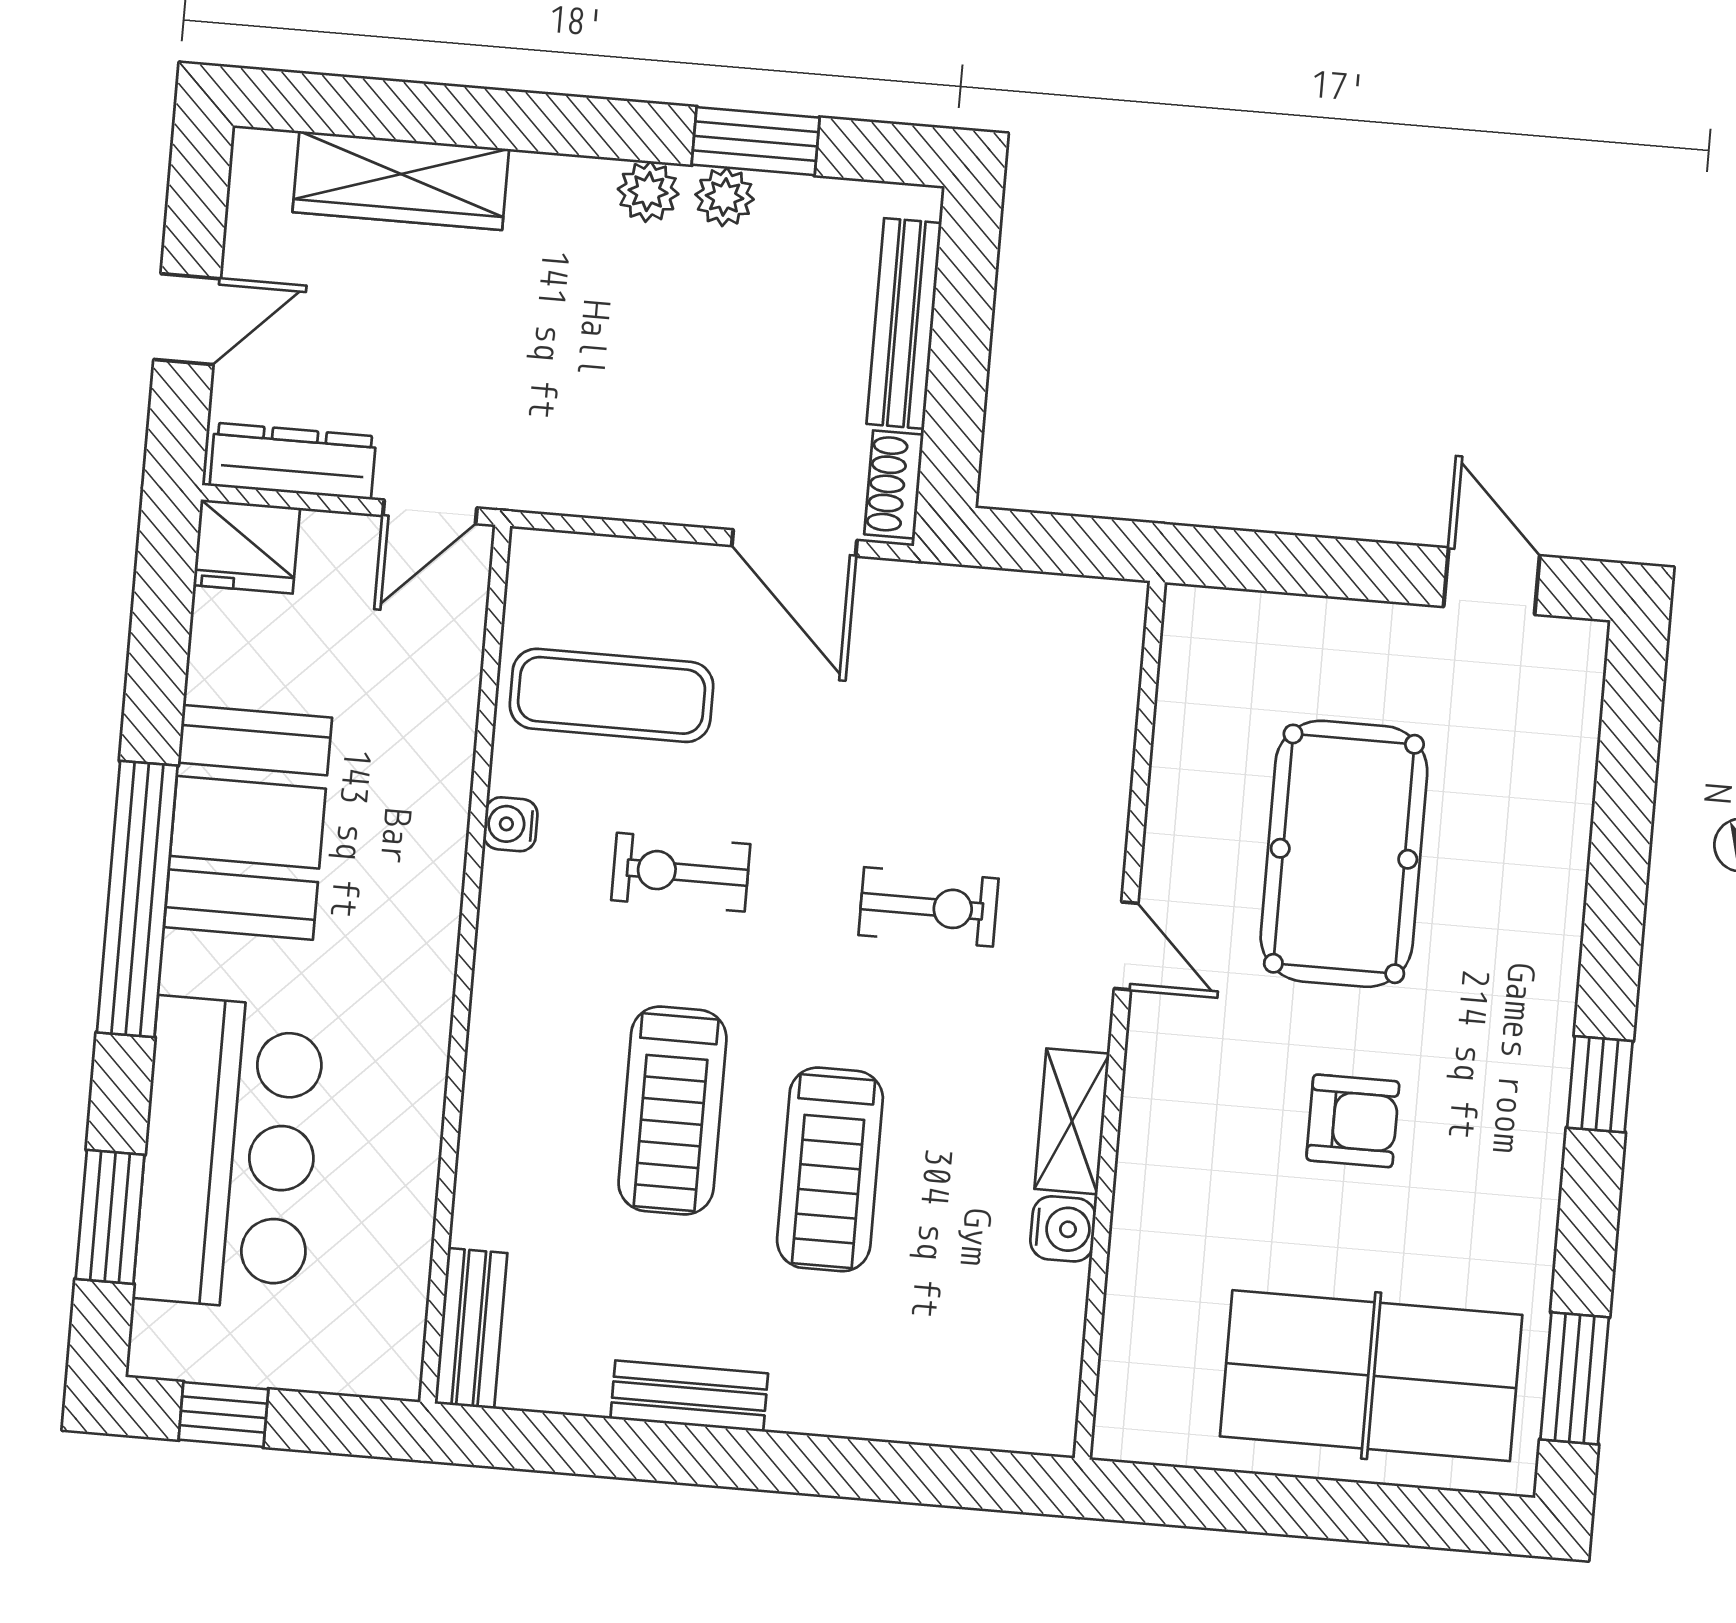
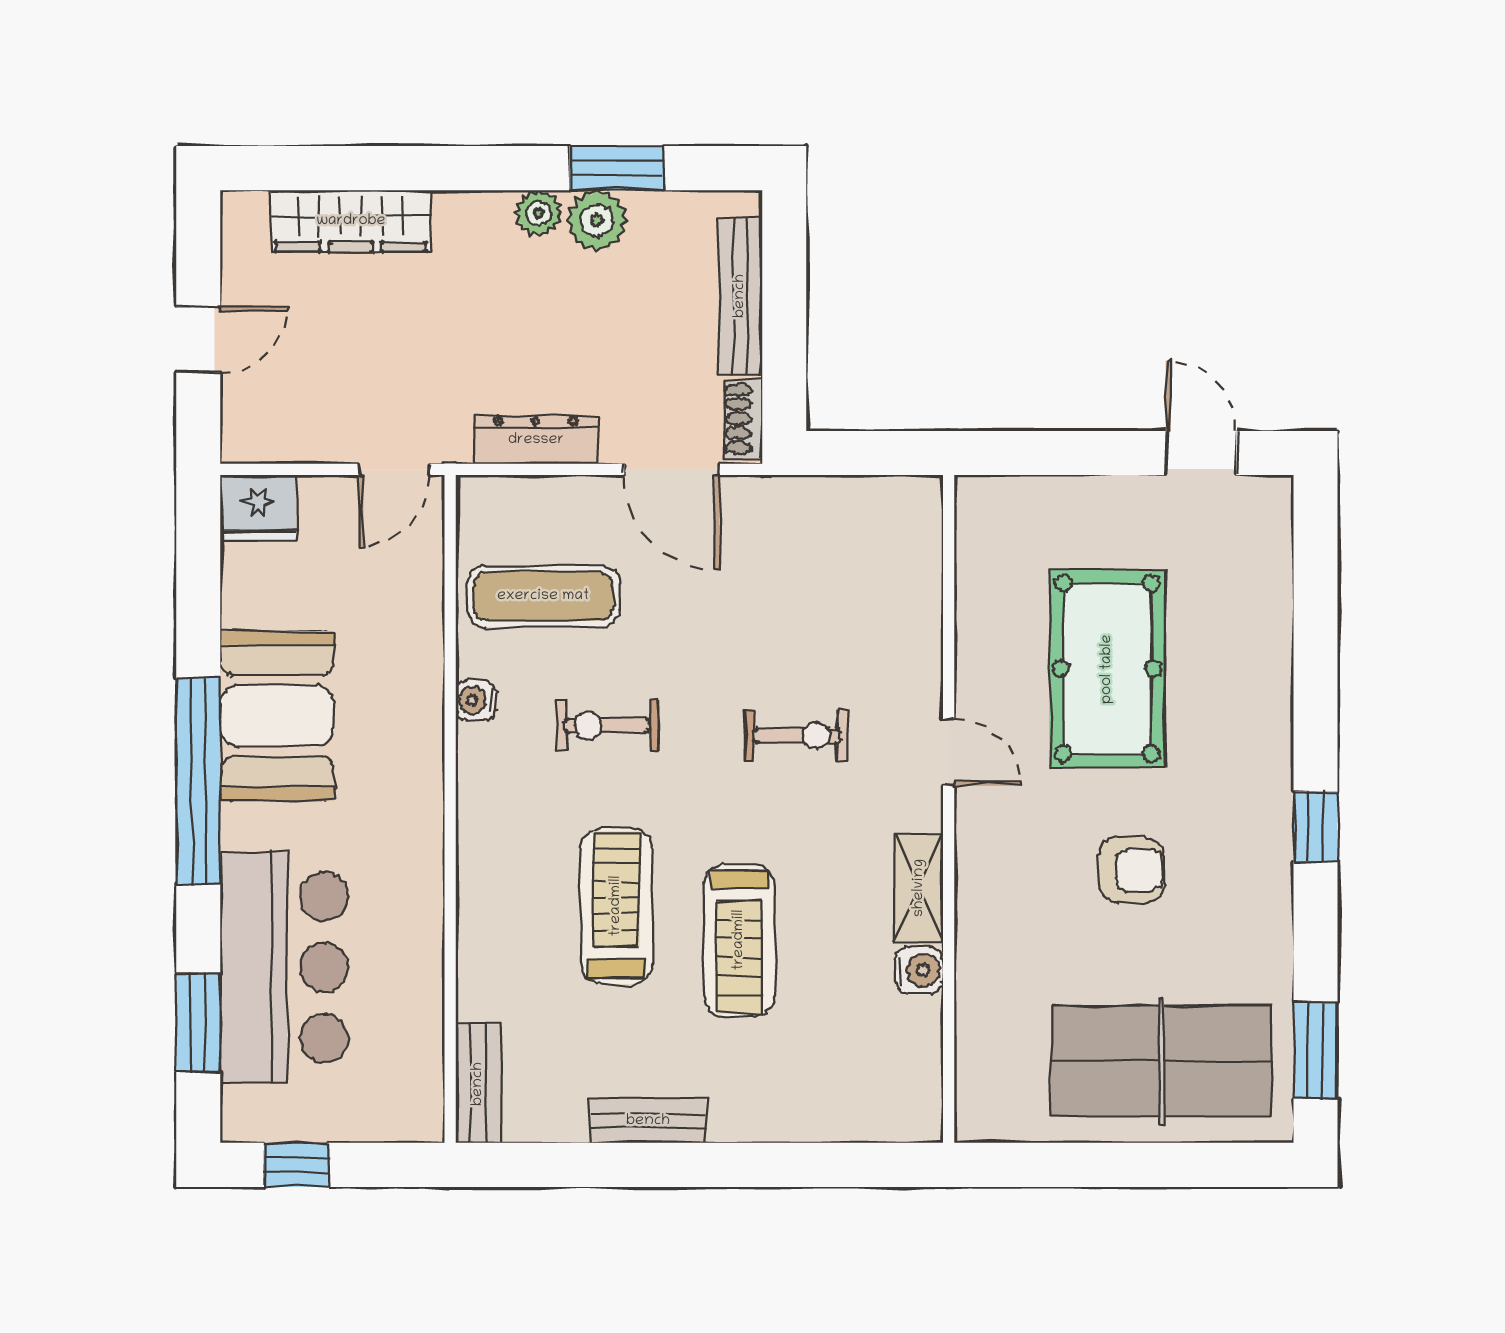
plant: (725, 197) -> (597, 221), width x1.38, depth x1.38
dresser: (293, 461) -> (536, 440), moved
treadmill: (672, 1111) -> (616, 906), turned 180

